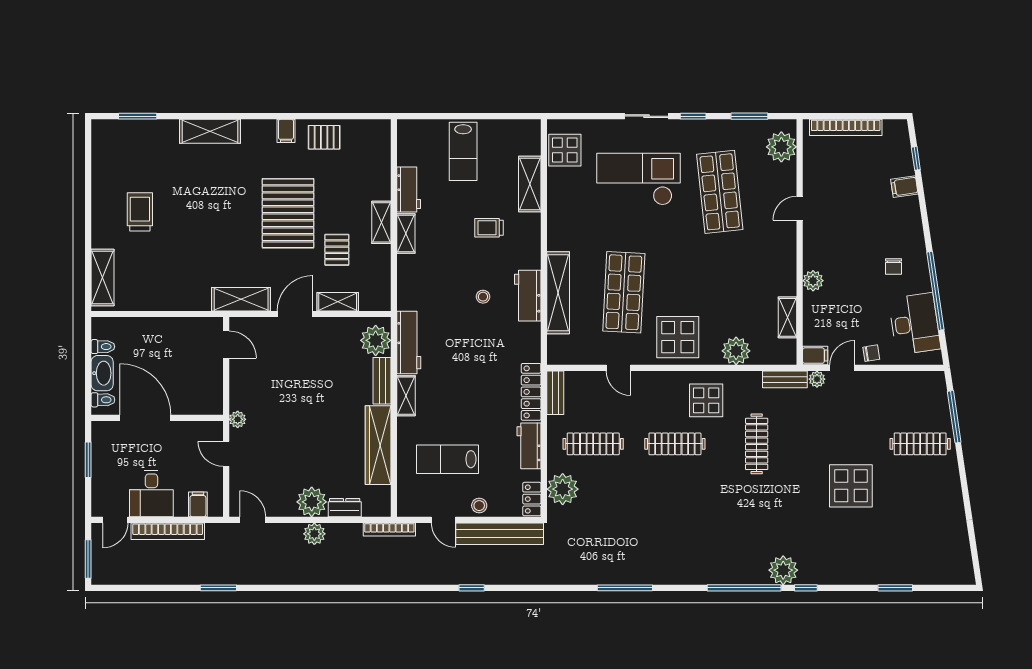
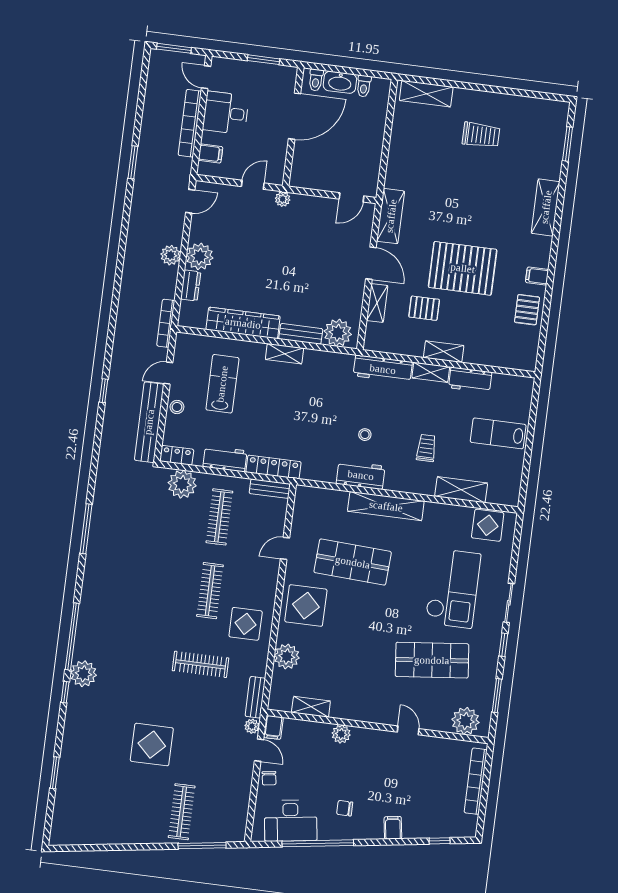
filing cabinet: (904, 187) -> (393, 828), moved
shelving: (558, 293) -> (386, 506), moved
workbench: (409, 343) -> (383, 369), moved

